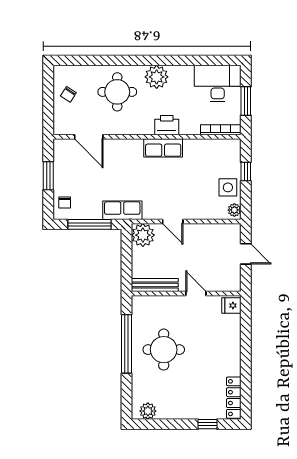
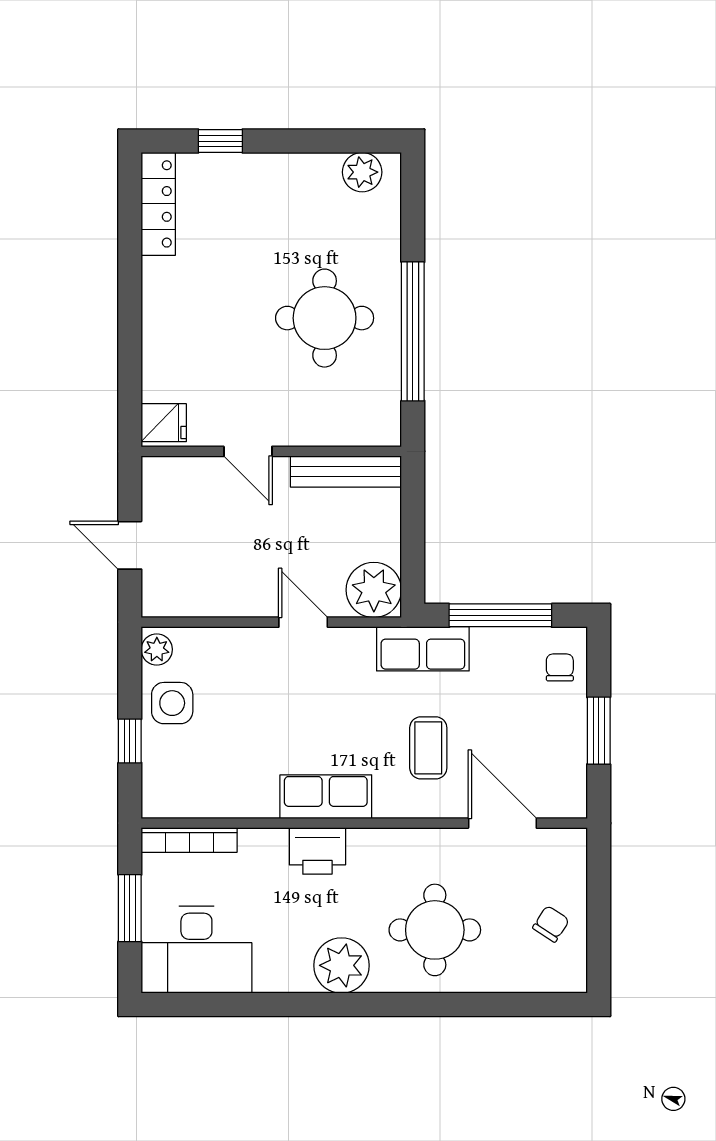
coffee table: (120, 169) -> (428, 748), added

